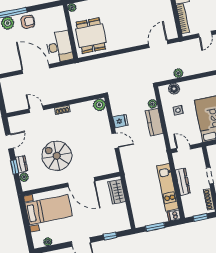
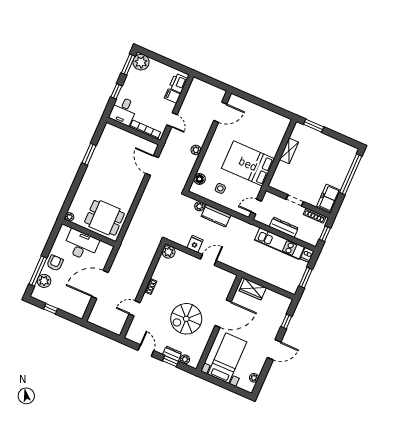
desk: (59, 47) -> (81, 245), moved
plant: (178, 73) -> (196, 150), moved

